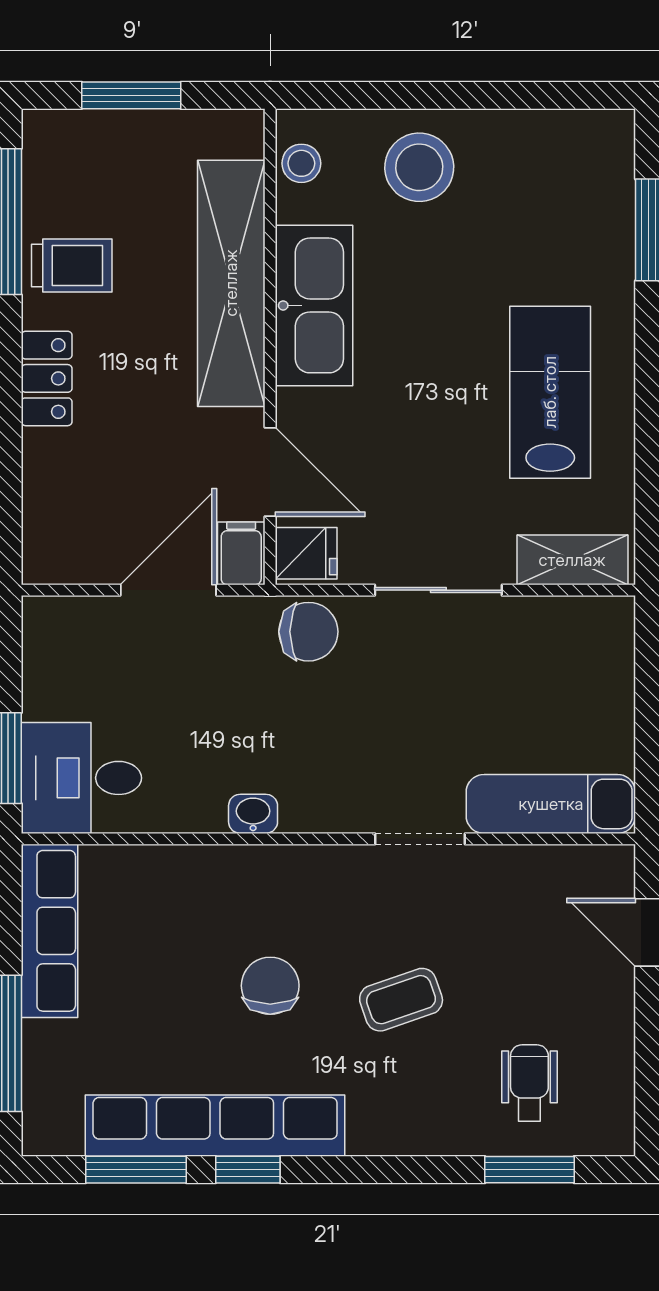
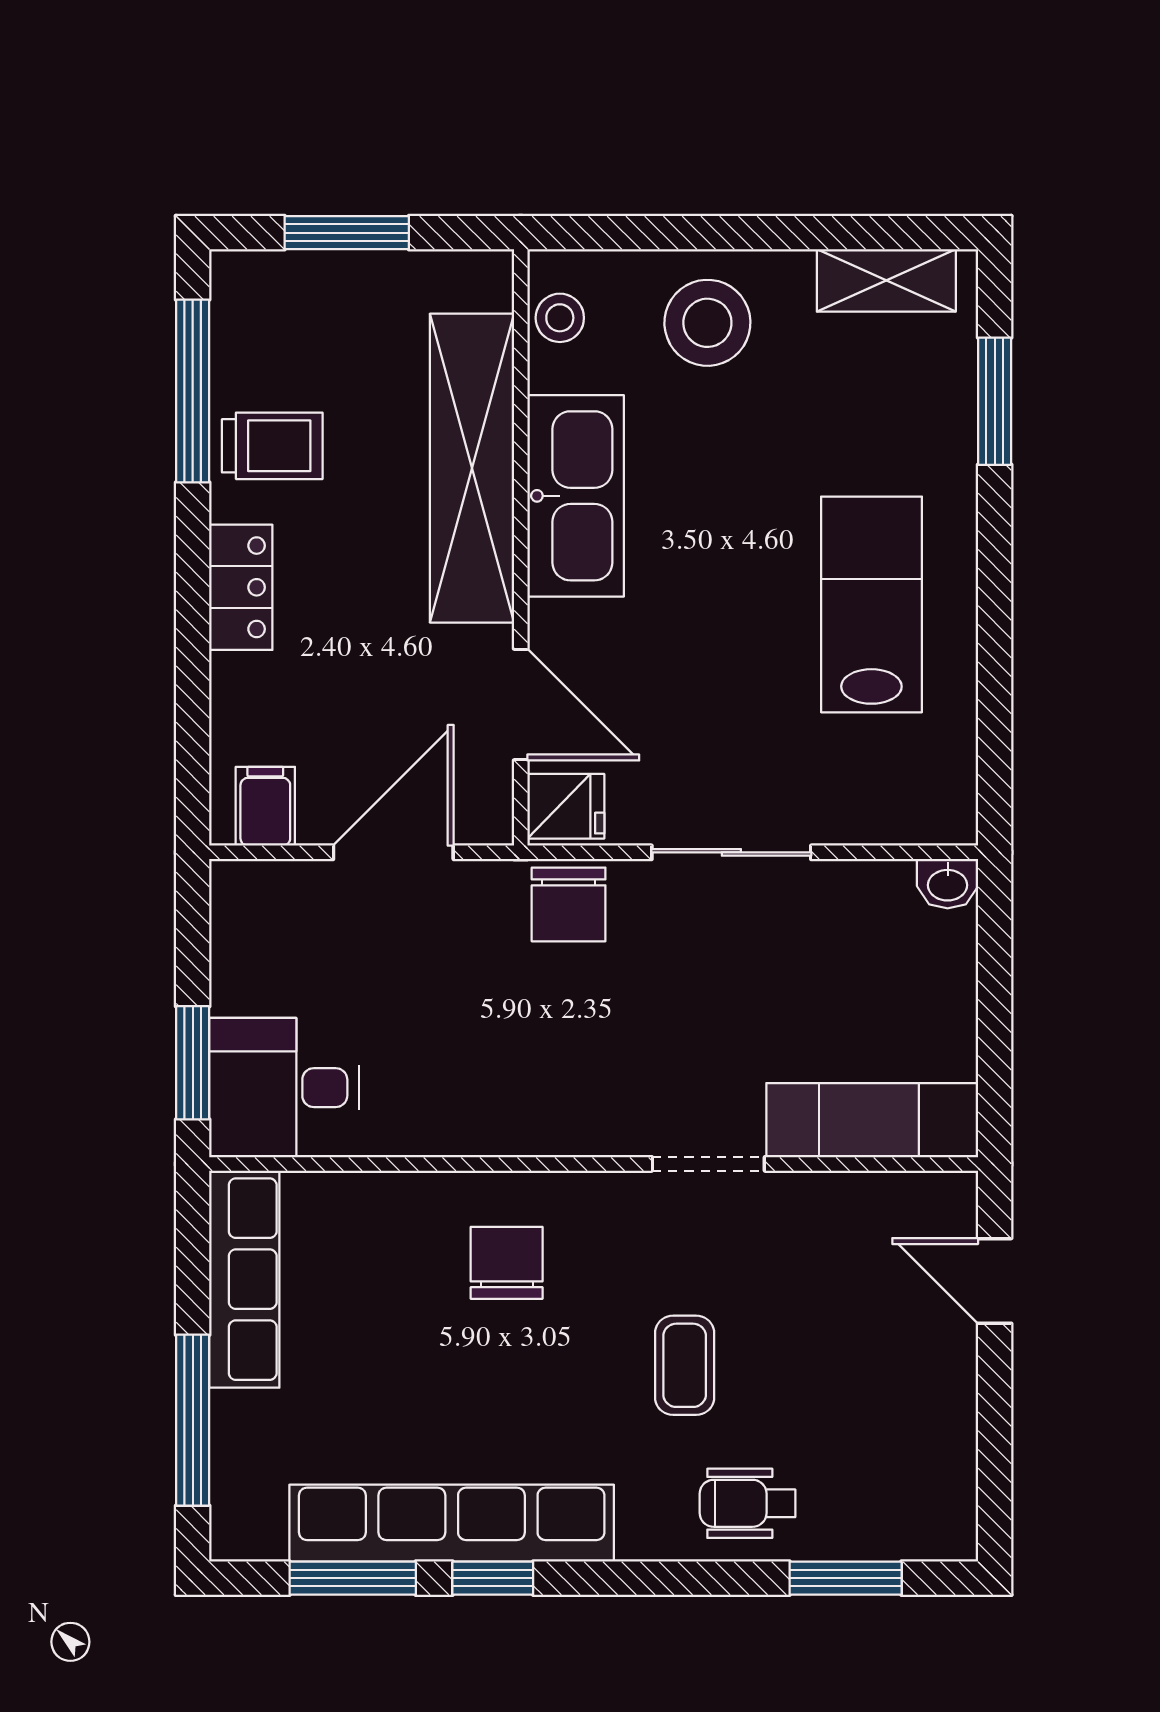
filing cabinet: (241, 553) -> (265, 806), moved
shelving: (572, 560) -> (886, 280), moved
chair: (308, 632) -> (569, 904), turned 90
washbasin: (253, 814) -> (948, 884), moved, turned 180
chair: (270, 986) -> (507, 1263), moved
coffee table: (401, 1000) -> (685, 1365), turned -71
wheelchair: (529, 1083) -> (747, 1503), moved, turned -90

